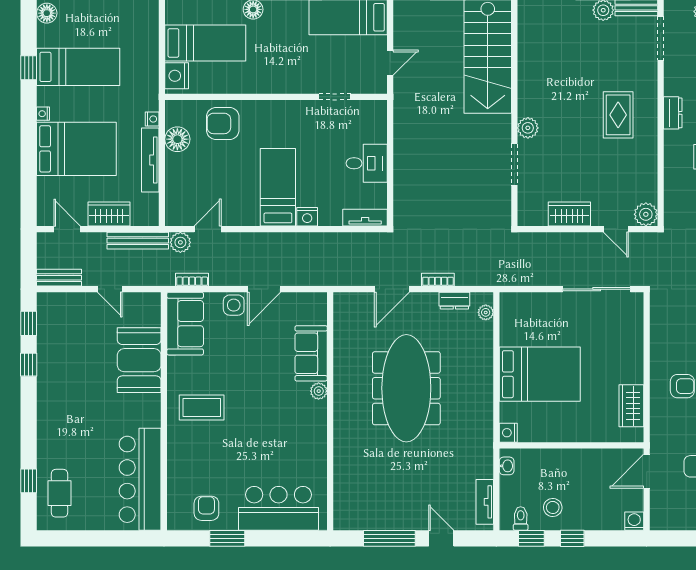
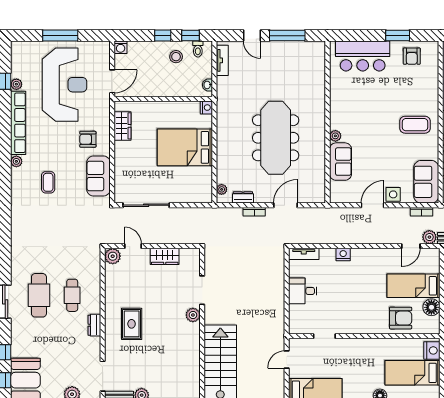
bed: (278, 187) -> (414, 286), moved, turned 90
sofa: (667, 332) -> (98, 176), added

